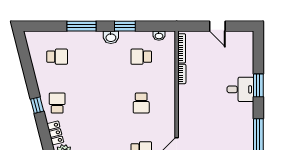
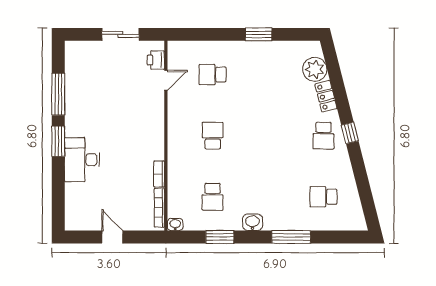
window: (125, 26) -> (220, 237), moved
washbasin: (159, 36) -> (175, 224), moved
school desk: (141, 57) -> (213, 197), turned 90
window: (258, 85) -> (58, 141), moved
desk: (240, 89) -> (82, 160), width x1.37

